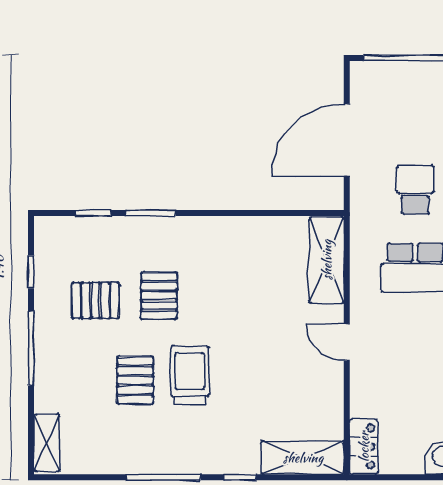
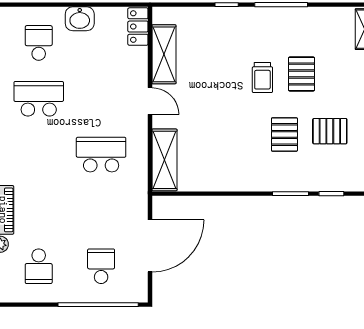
school desk: (415, 190) -> (101, 266), moved, turned 180
trolley: (190, 375) -> (262, 78), width x0.73, depth x0.72
shelving: (303, 458) -> (164, 54), moved, turned 90

